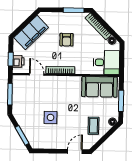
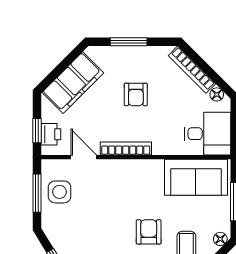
window: (74, 10) -> (129, 42), moved
side table: (51, 117) -> (60, 192), moved
armchair: (72, 117) -> (149, 232), added

